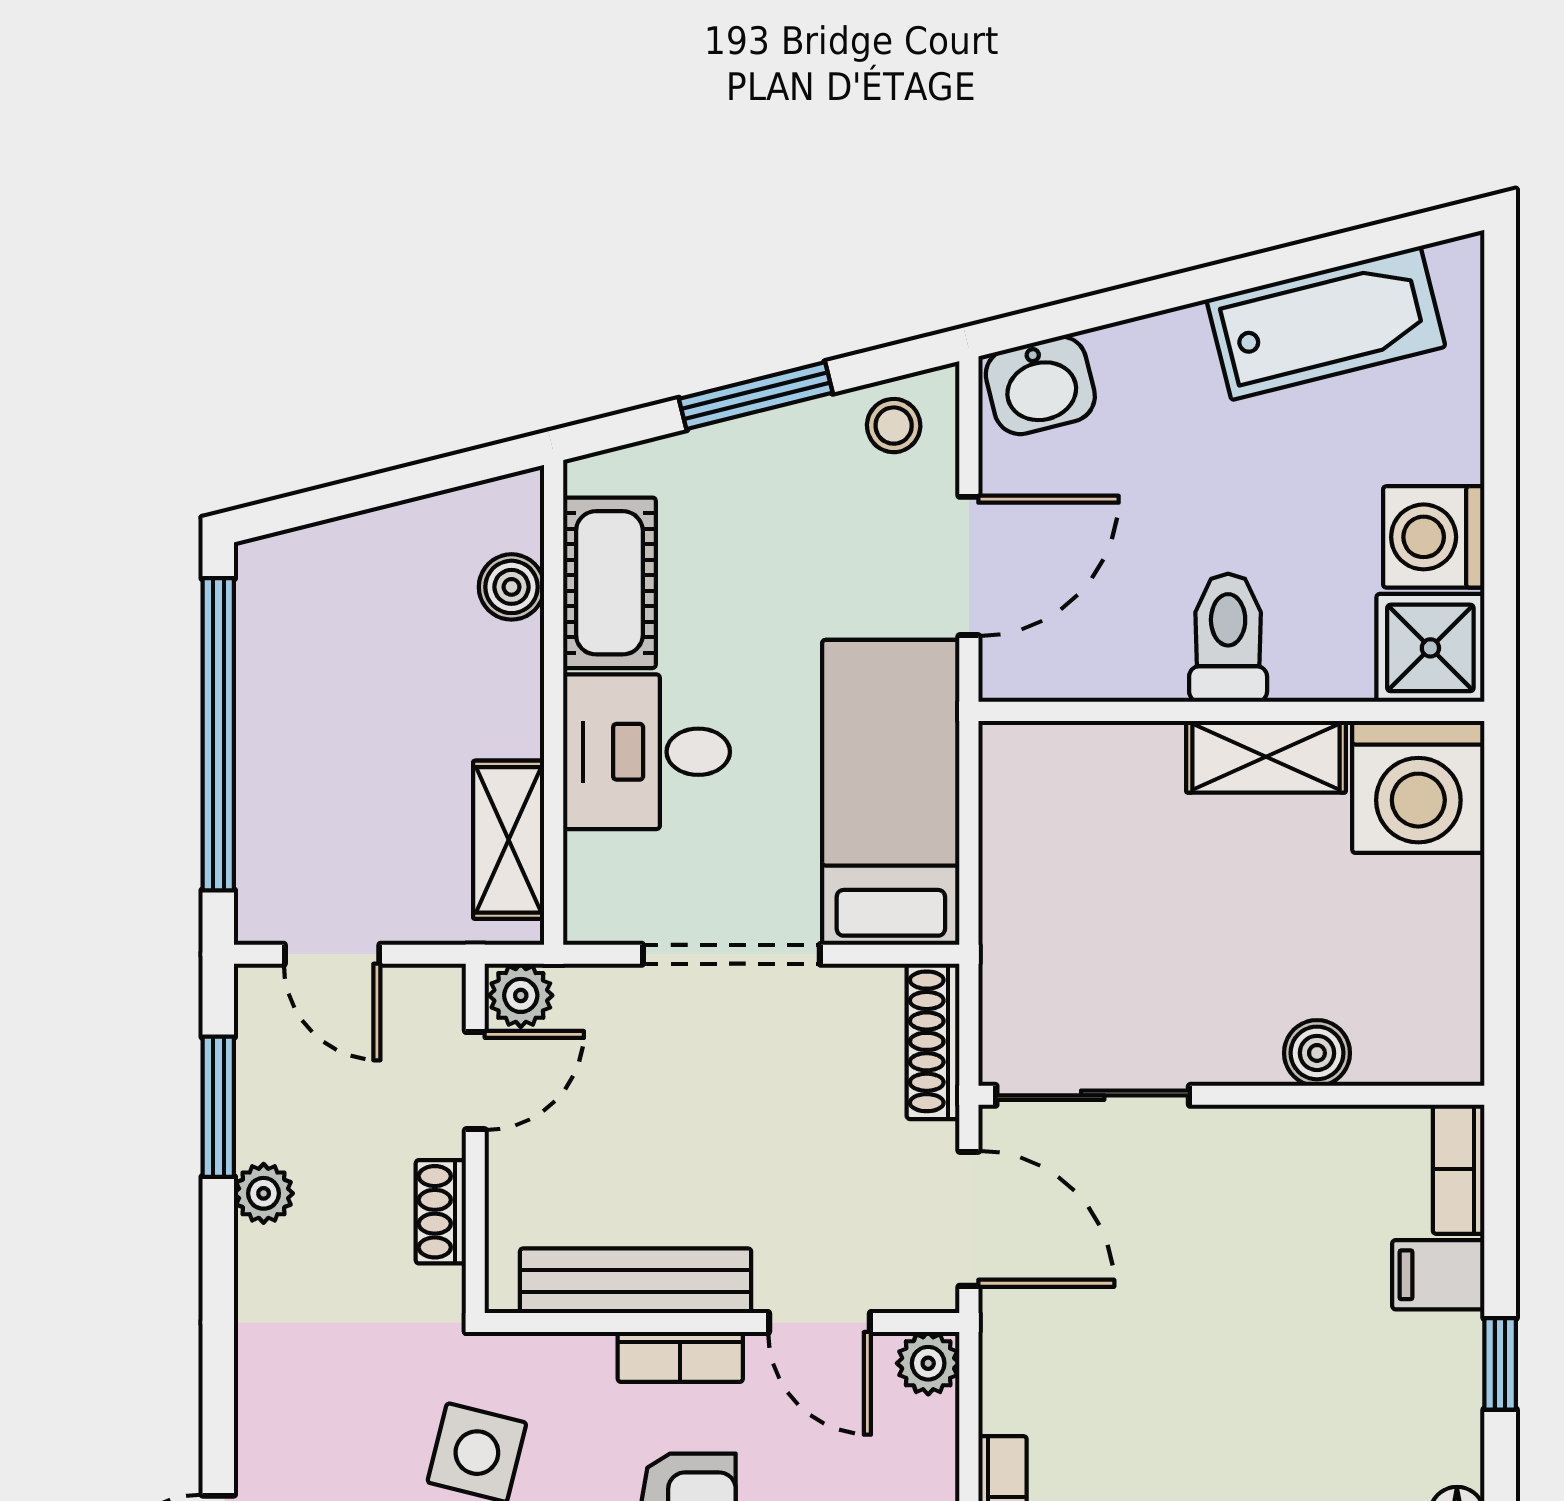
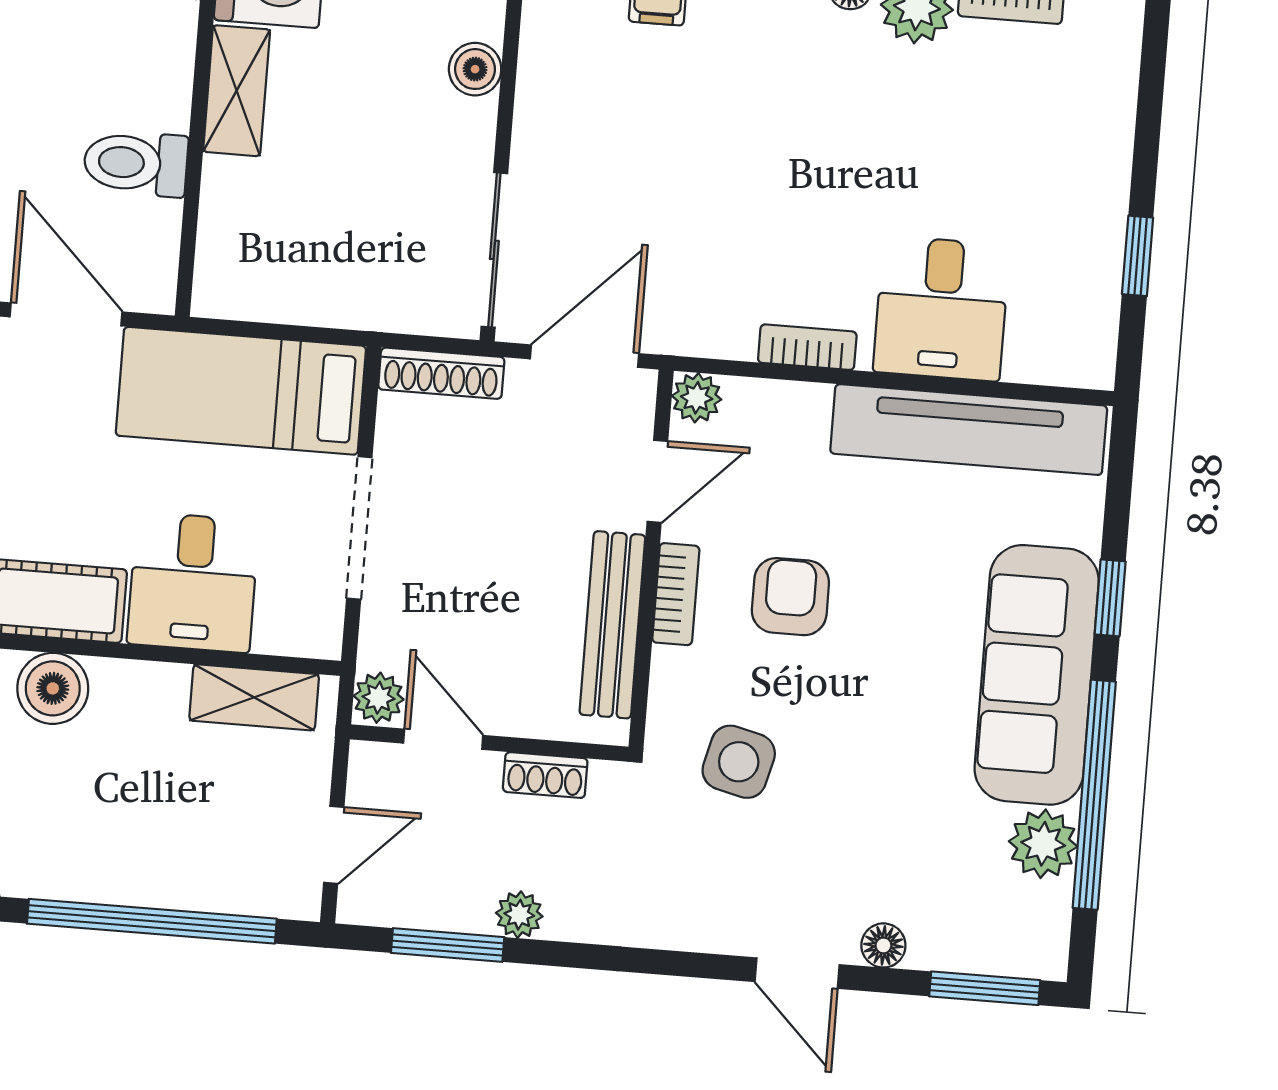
boiler: (512, 587) -> (53, 688), width x1.36, depth x1.36
toilet: (1228, 638) -> (136, 163), moved

